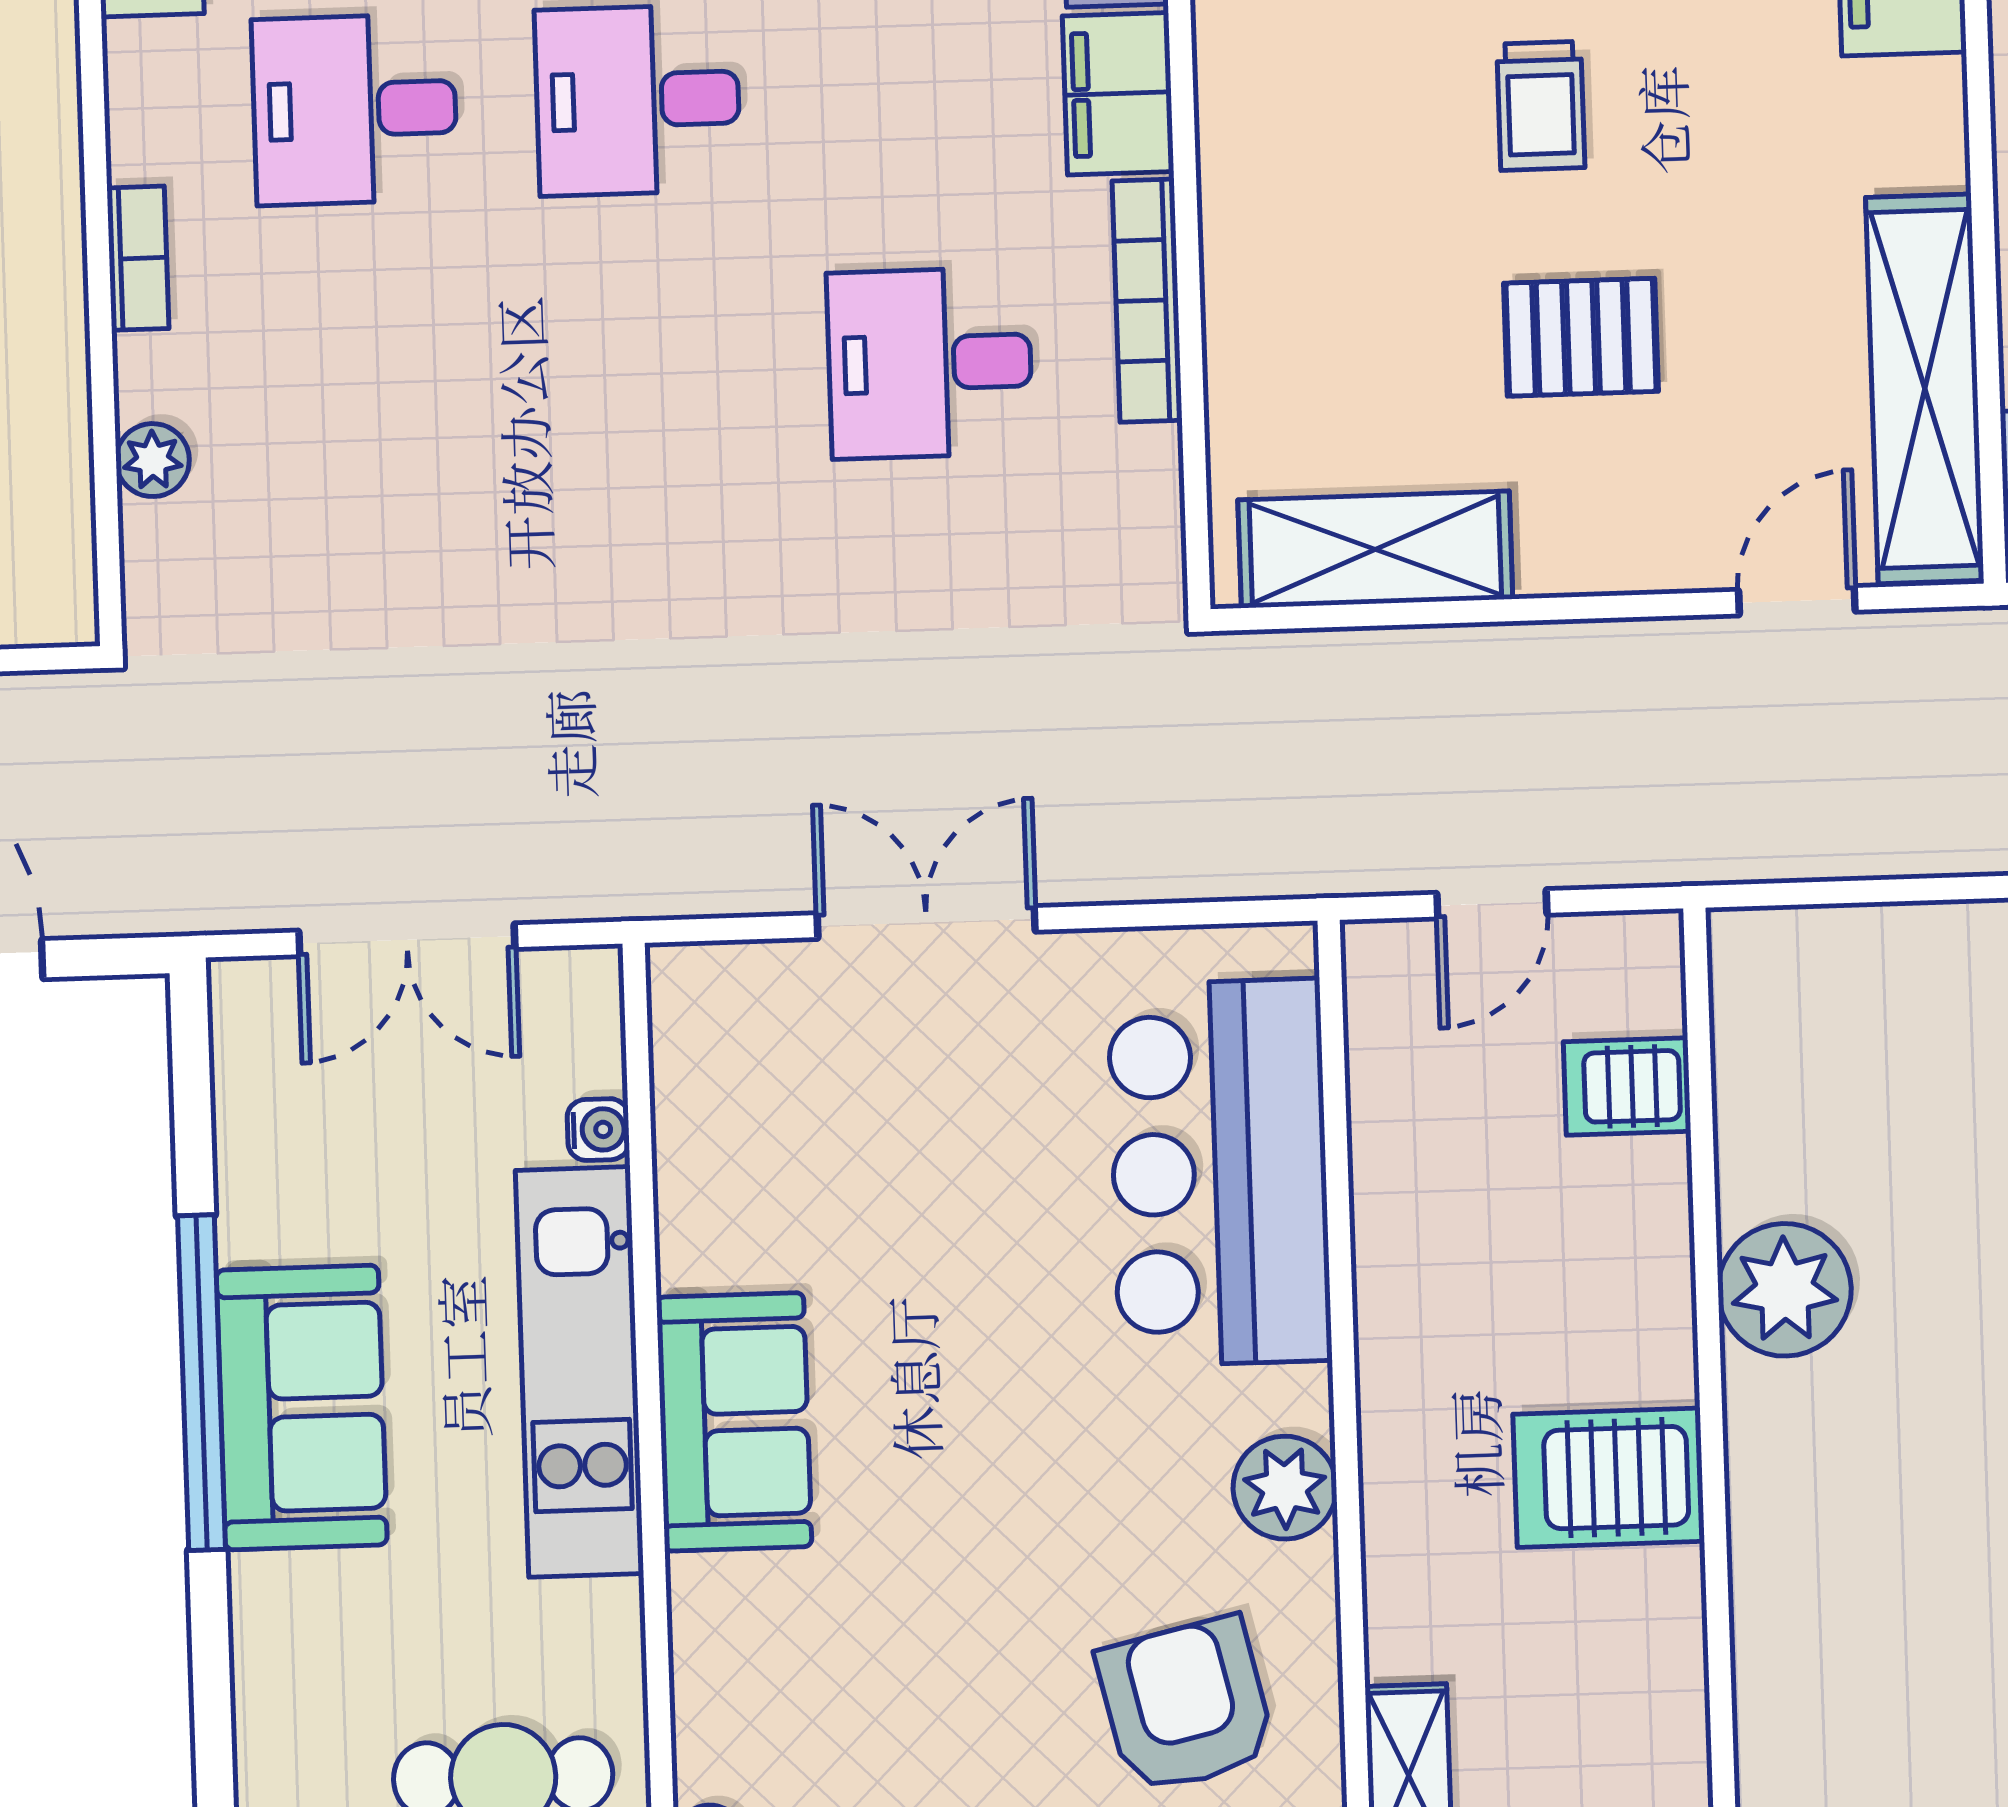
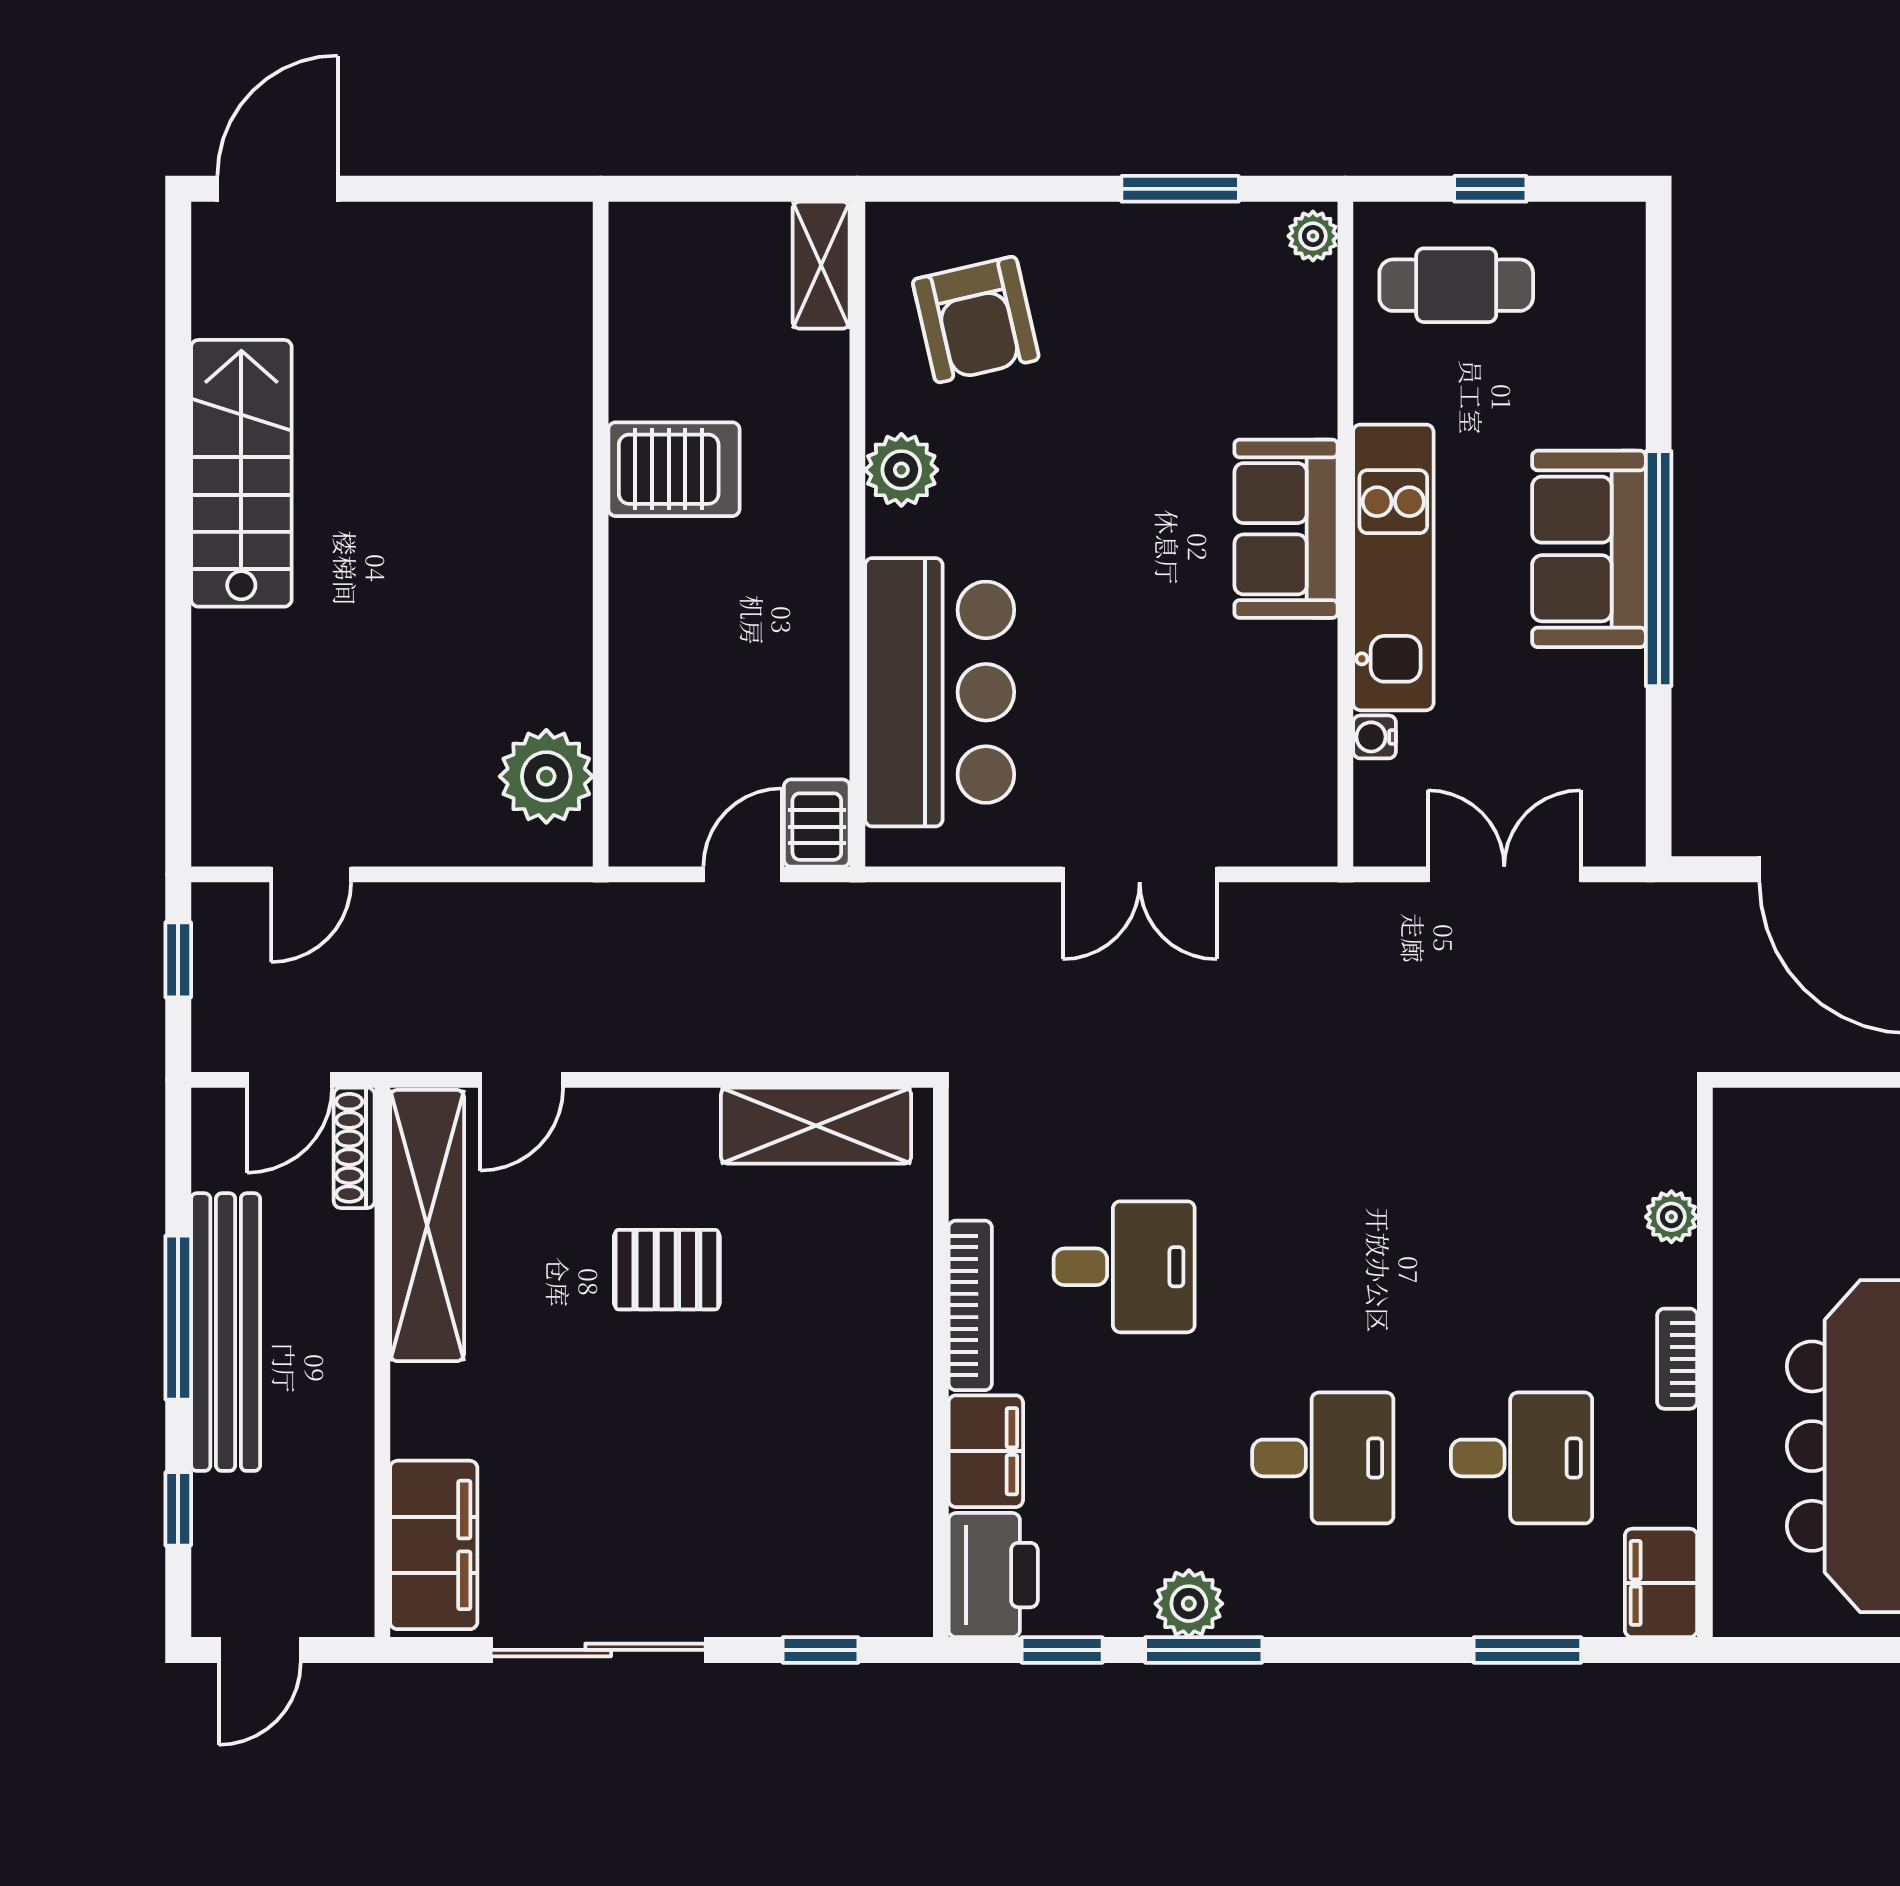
trolley: (1541, 106) -> (690, 1433), removed
server rack: (1627, 1087) -> (817, 823), moved, turned -90
plant: (1785, 1290) -> (546, 776), moved

